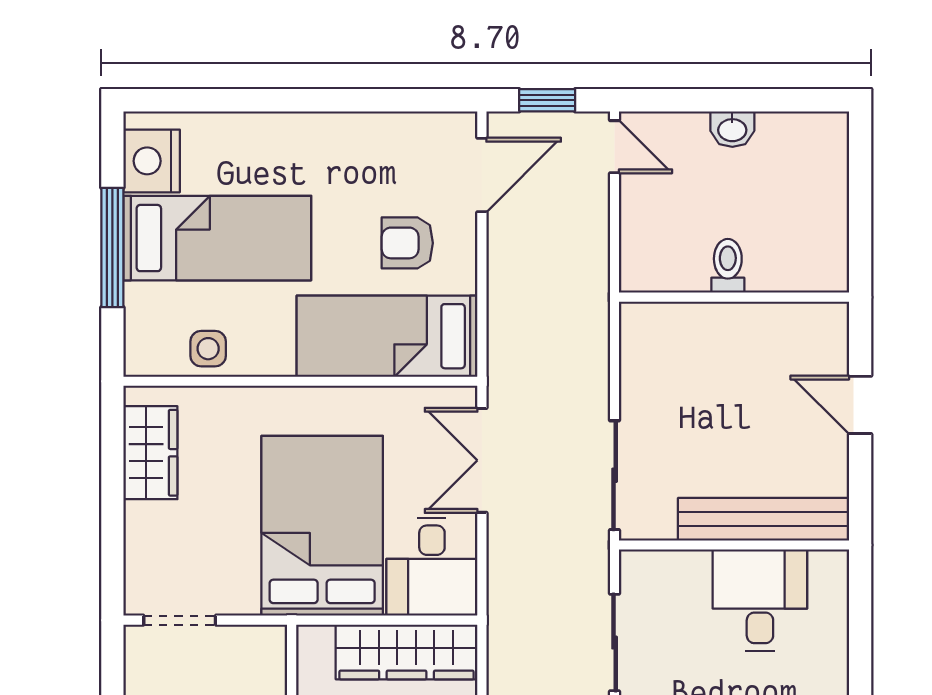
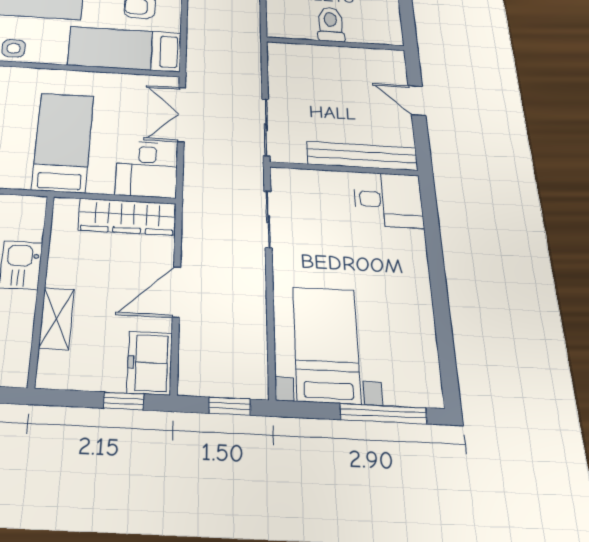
toilet: (728, 266) -> (331, 24), width x1.37, depth x1.39
bed: (322, 526) -> (63, 142), width x0.67
desk: (760, 600) -> (388, 200), moved, turned 90

